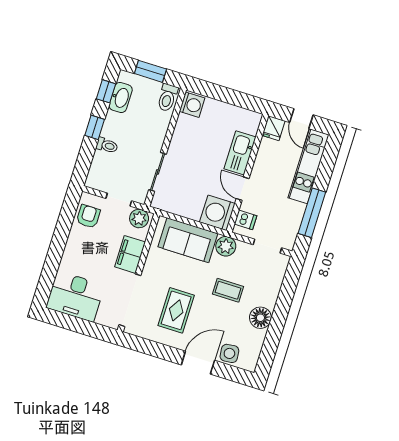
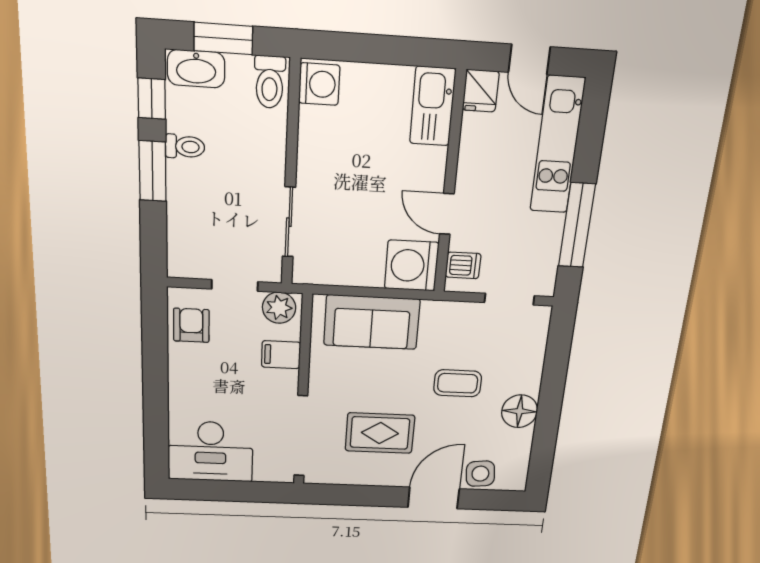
washbasin: (121, 98) -> (196, 69), moved, turned 90
window: (95, 127) -> (153, 171), width x1.50
toilet: (107, 145) -> (185, 147), moved
kitchen sink: (240, 153) -> (433, 106), moved
plant: (226, 246) -> (439, 316), removed
filing cabinet: (130, 254) -> (281, 355), width x0.50
rug: (176, 310) -> (380, 433), turned 90

